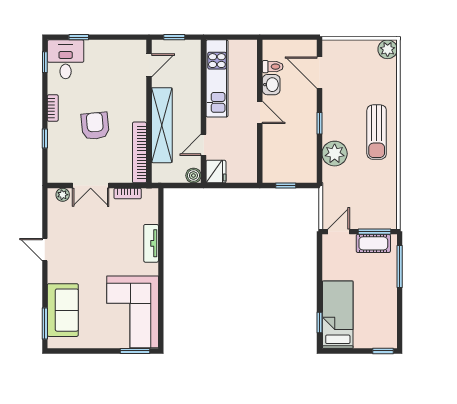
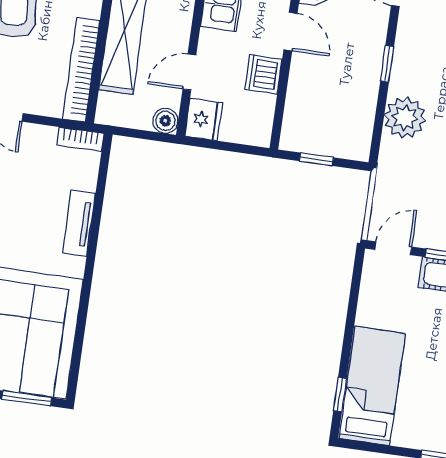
dishwasher: (247, 140) -> (263, 74), added
bookcase: (128, 194) -> (80, 139), moved

